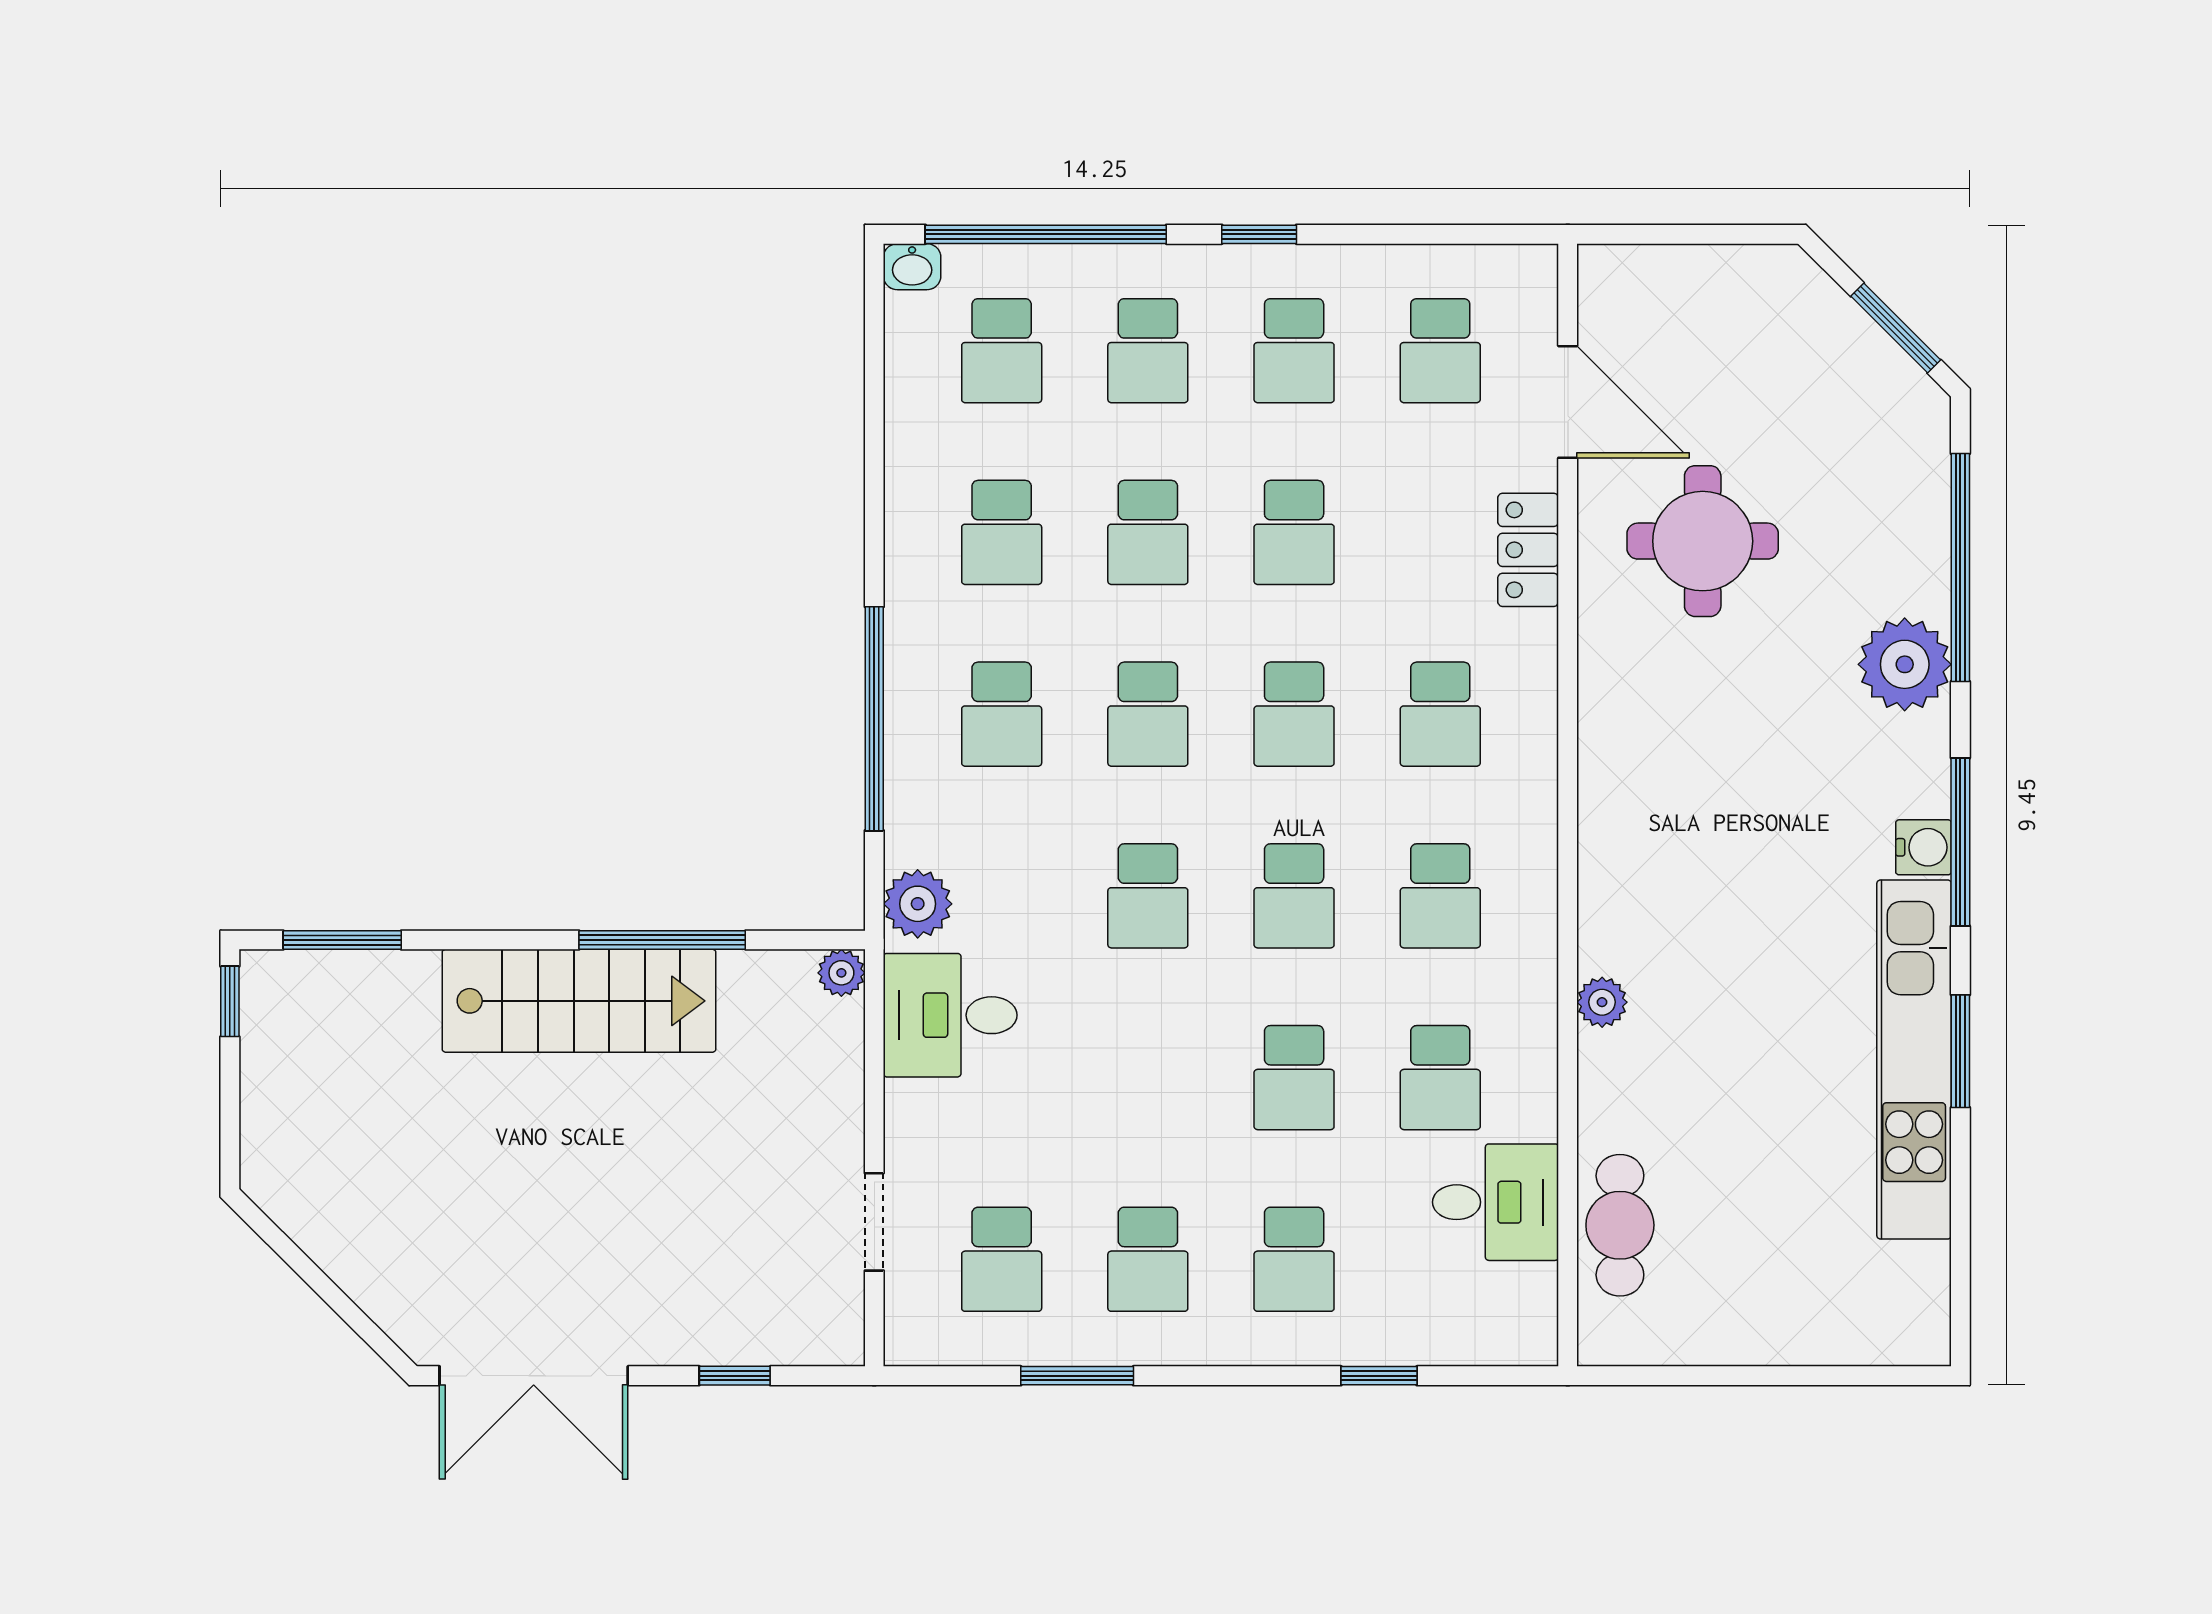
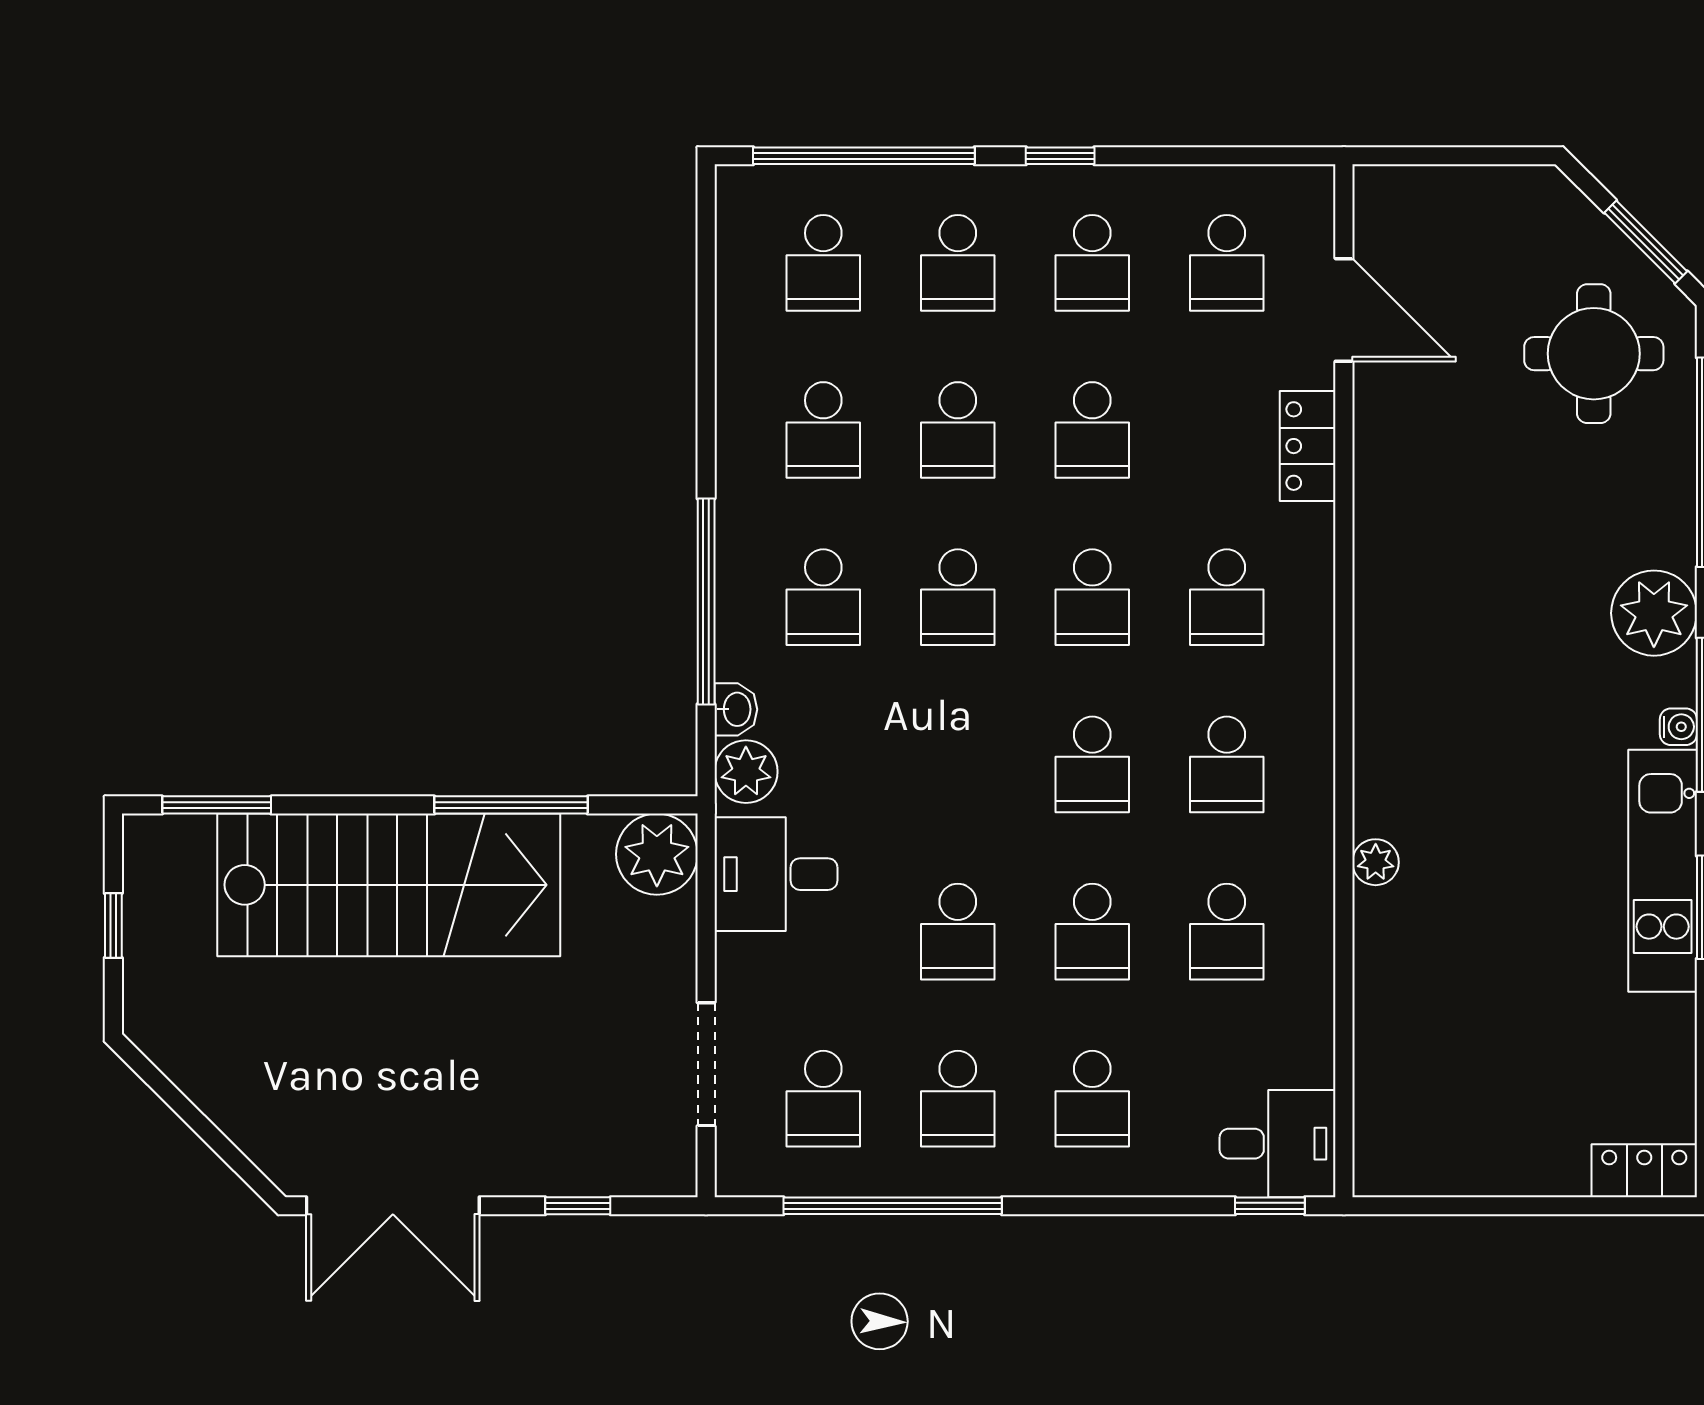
washbasin: (912, 267) -> (736, 709), moved, turned -90
round table: (1703, 541) -> (1594, 354), moved
plant: (1905, 664) -> (1654, 613), moved
water cooler: (1924, 847) -> (1678, 727), width x0.72, depth x0.72
school desk: (1148, 896) -> (958, 932), moved
plant: (841, 973) -> (657, 854), width x1.88, depth x1.88
window: (230, 1001) -> (113, 926), moved
stairs: (579, 1001) -> (389, 885), width x1.36, depth x1.51
kitchen unit: (1914, 1059) -> (1663, 871), width x0.73
desk: (1496, 1202) -> (1278, 1144), moved
doorway: (874, 1222) -> (706, 1064), width x1.38
cafe table: (1620, 1225) -> (1392, 1067), removed
locker: (1894, 1338) -> (1644, 1171), added
window: (1077, 1376) -> (893, 1206), width x2.11
window: (1379, 1376) -> (1270, 1206), moved

